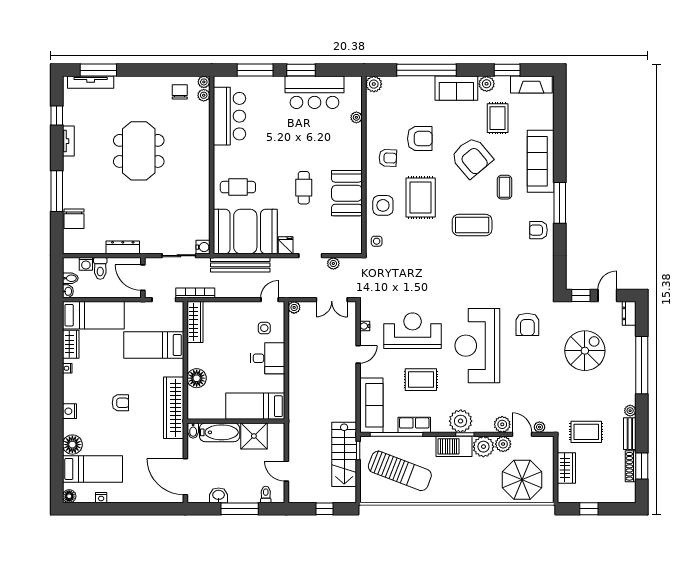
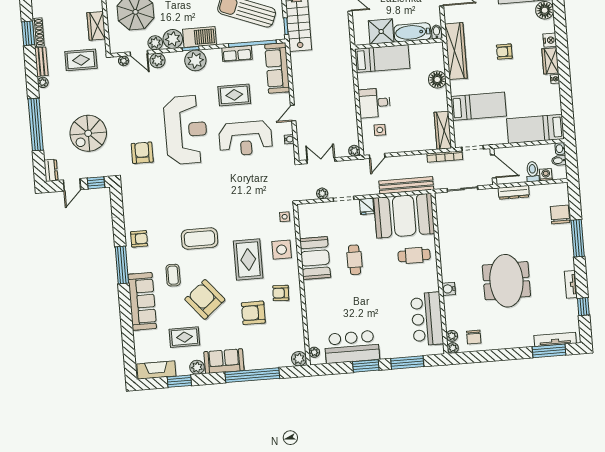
plant: (356, 117) -> (314, 352), moved
rug: (498, 118) -> (184, 337), turned 90
water cooler: (203, 247) -> (449, 289), moved
wardrobe: (71, 344) -> (550, 61), moved

